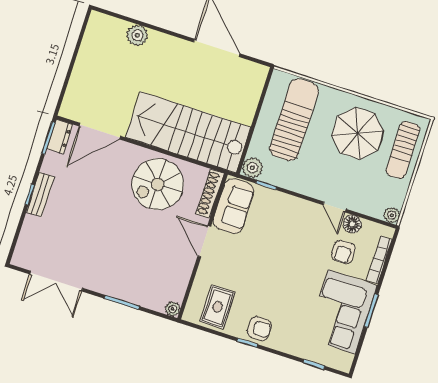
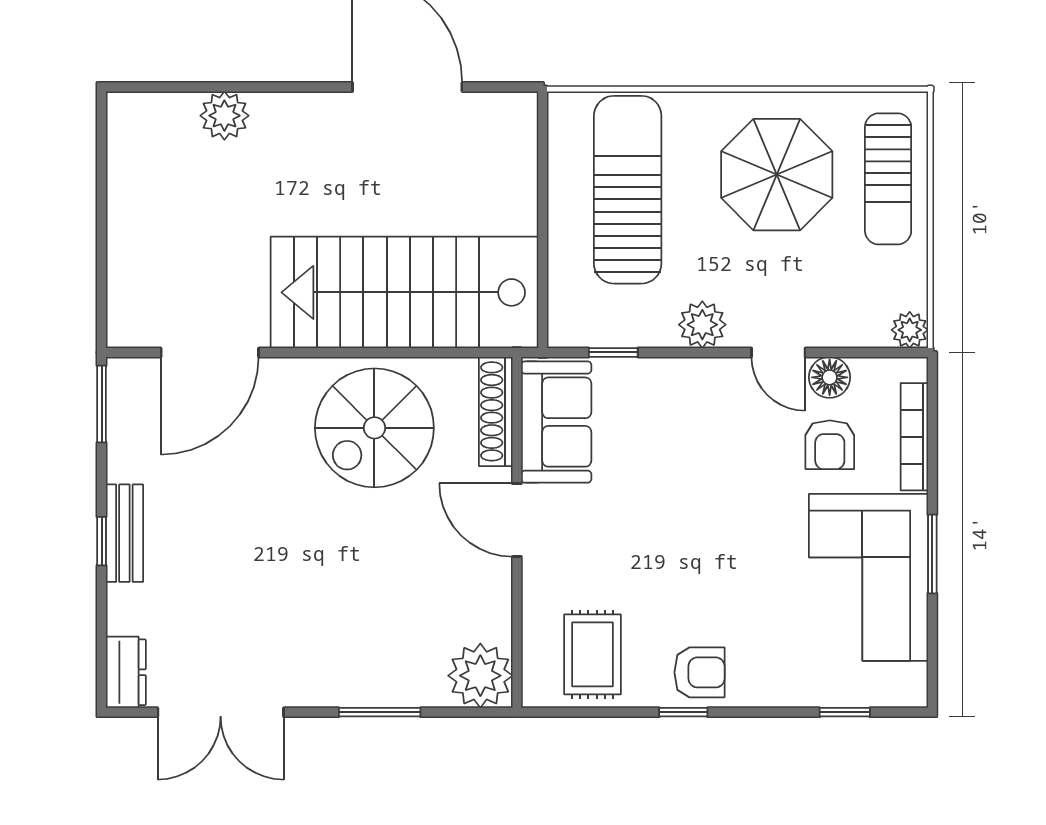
dresser: (60, 136) -> (126, 672), moved
plant: (252, 168) -> (702, 325), moved
plant: (173, 309) -> (480, 676), width x1.87, depth x1.87

